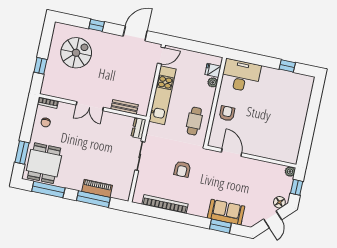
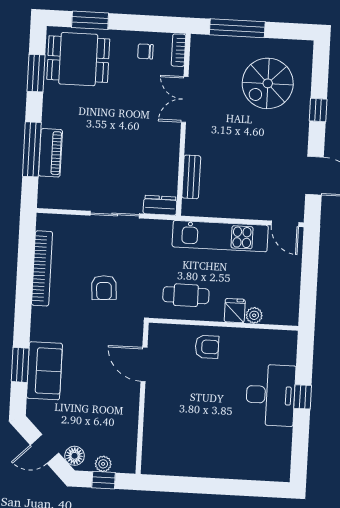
spiral stairs: (76, 53) -> (268, 83), turned 90
window: (40, 66) -> (237, 28), width x2.17
window: (287, 66) -> (303, 397), moved
fridge: (213, 70) -> (235, 311), moved
desk: (241, 76) -> (271, 395), moved
double door: (90, 106) -> (185, 99), moved
door: (232, 152) -> (144, 364), swing flipped
armchair: (182, 169) -> (104, 288), turned -94
plant: (290, 172) -> (103, 464), moved
window: (48, 190) -> (36, 73), width x0.69

